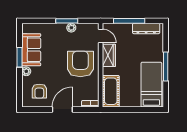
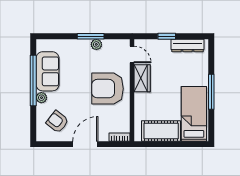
window: (129, 21) -> (167, 36), width x0.46
window: (19, 57) -> (33, 80), width x2.11
armchair: (80, 64) -> (107, 89), turned -90
armchair: (39, 91) -> (57, 122), turned 128
cot: (111, 91) -> (161, 131), moved, turned 90

